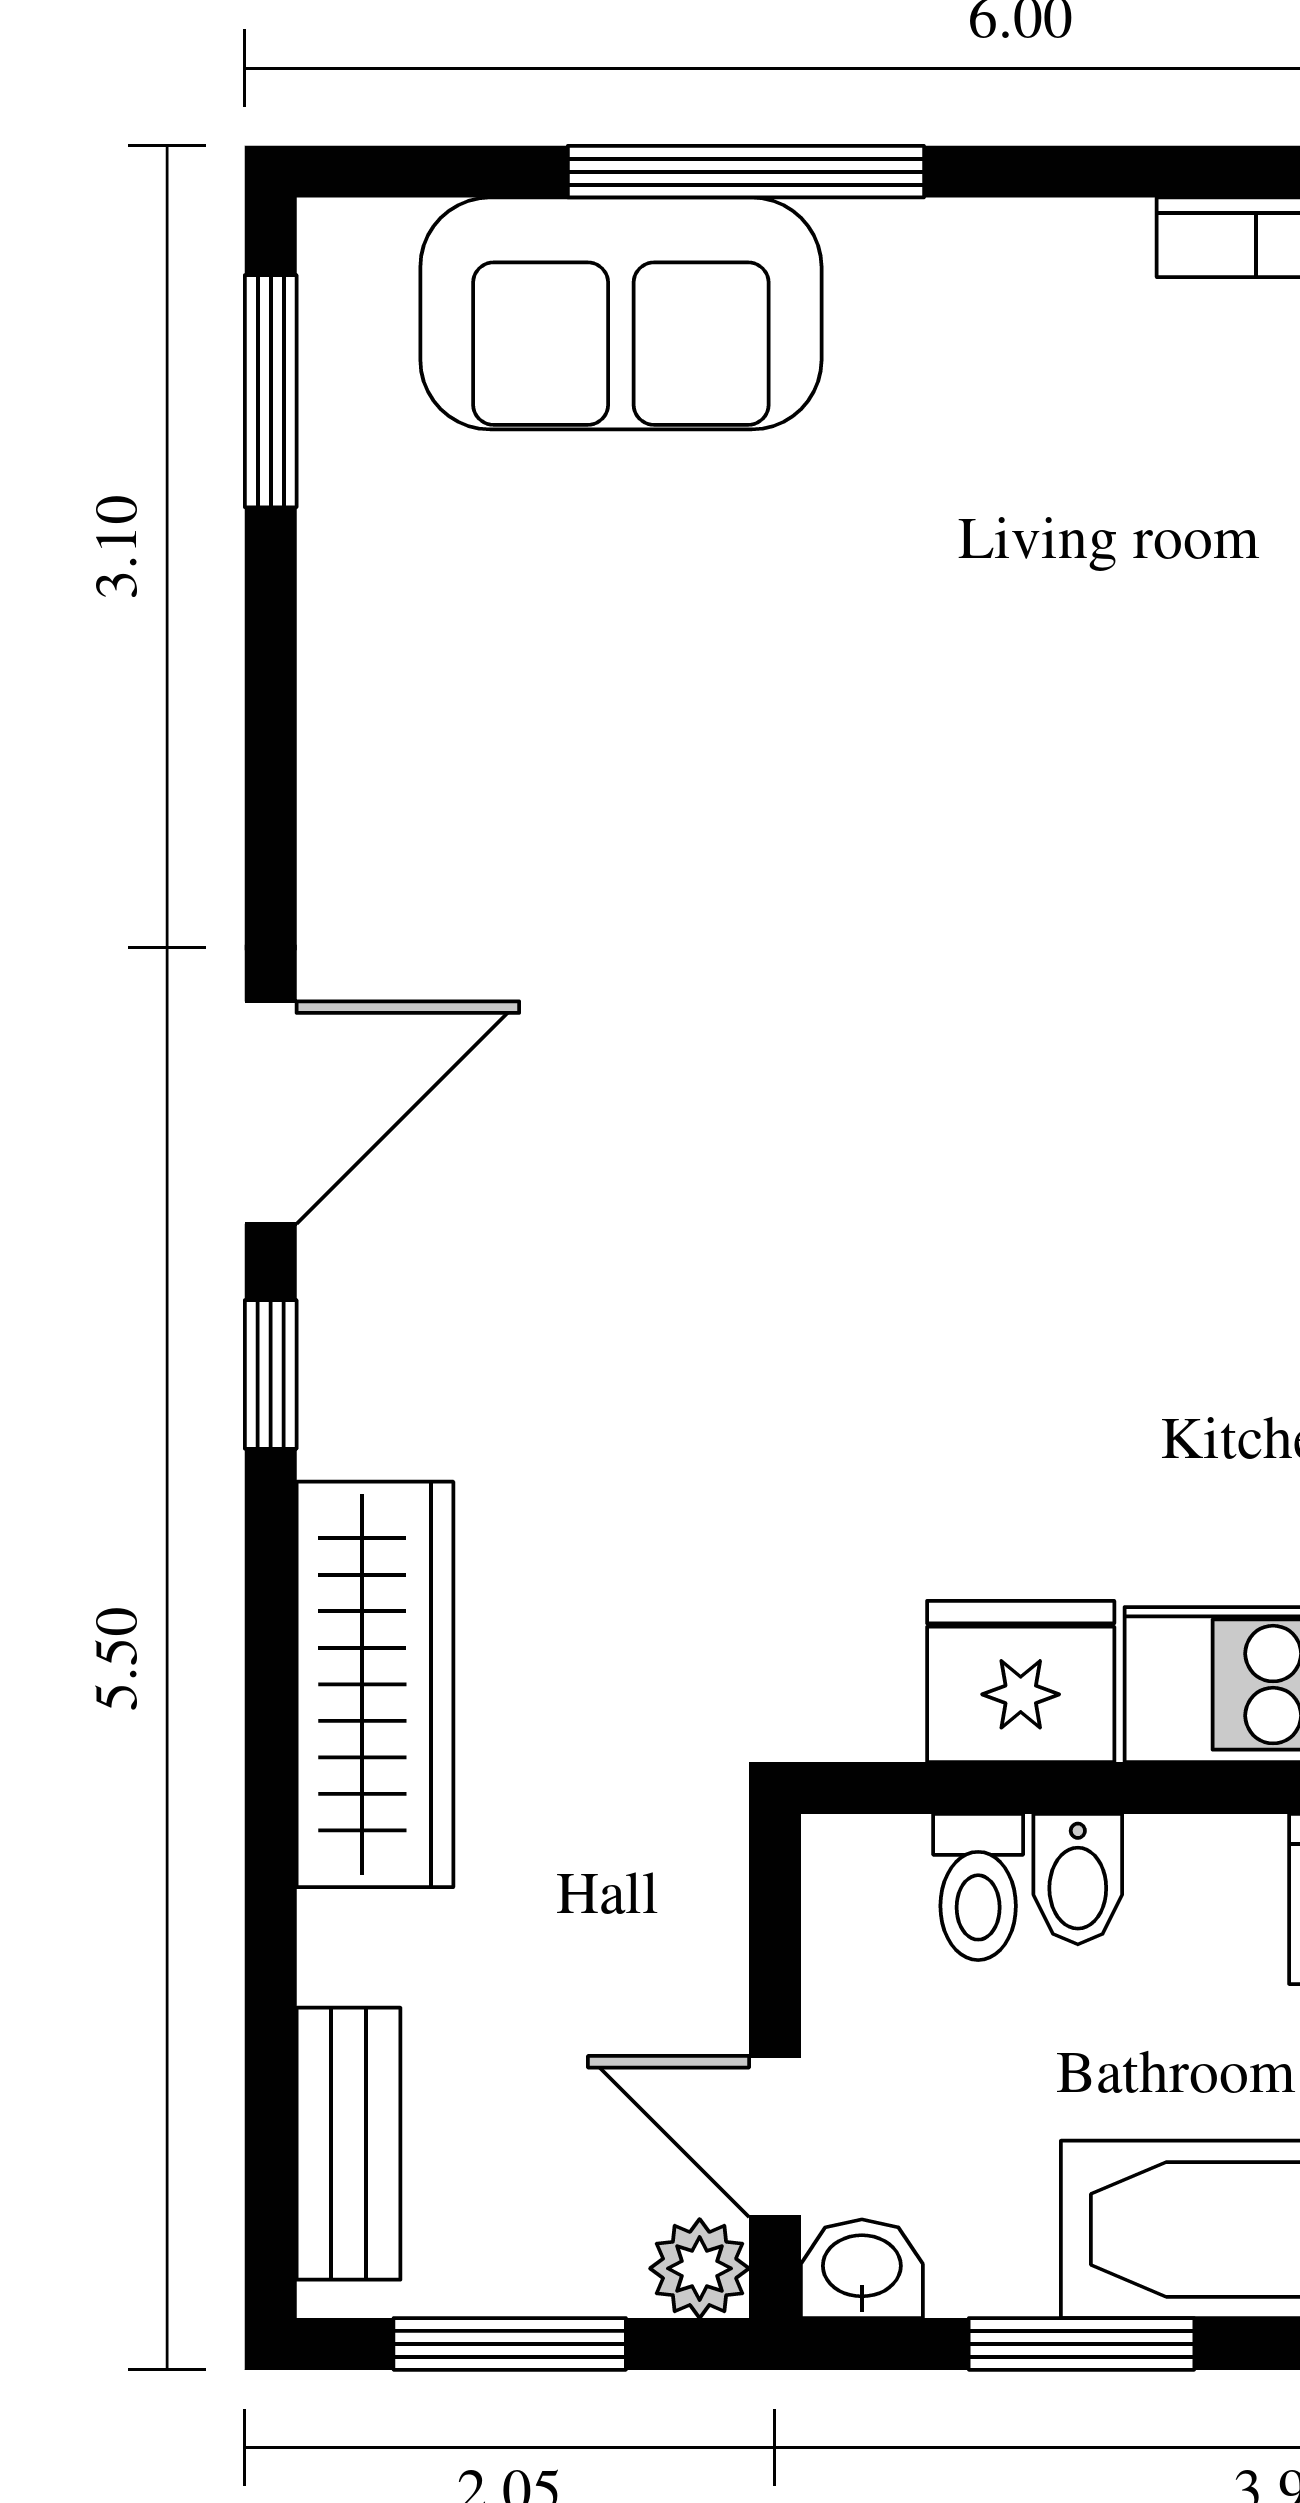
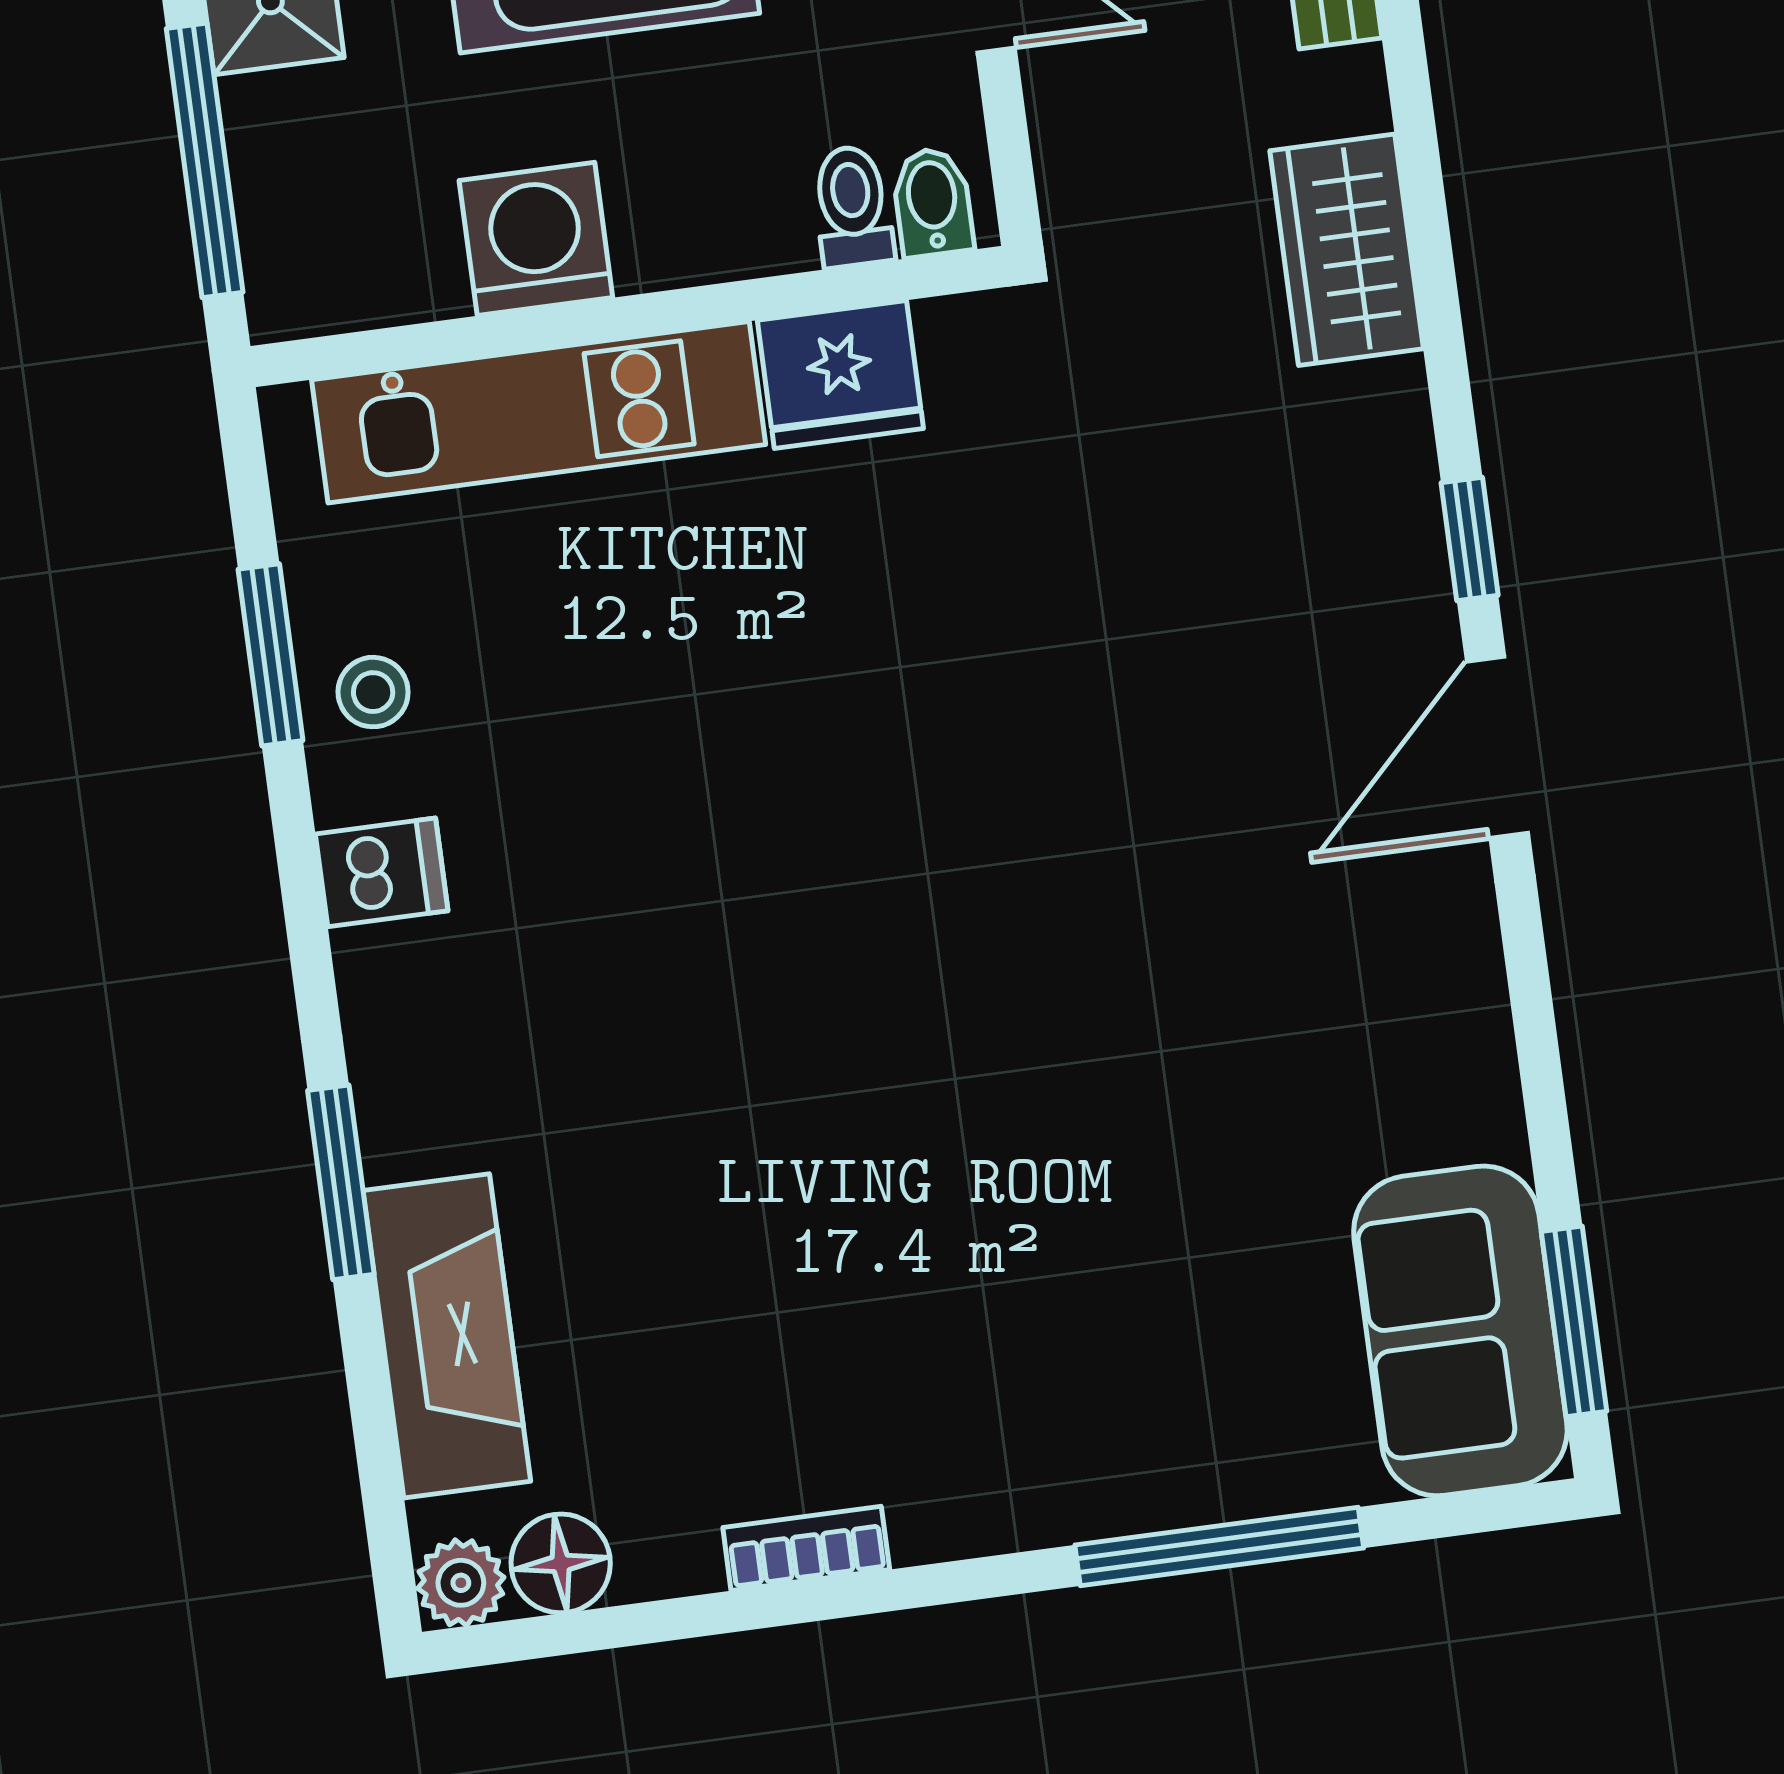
sofa: (621, 313) -> (1460, 1331), moved, turned -90
wardrobe: (375, 1684) -> (1347, 250), width x0.67
bidet: (1078, 1879) -> (933, 202), moved

